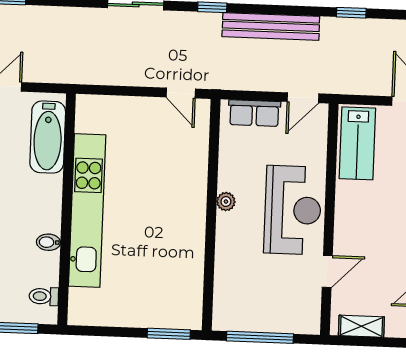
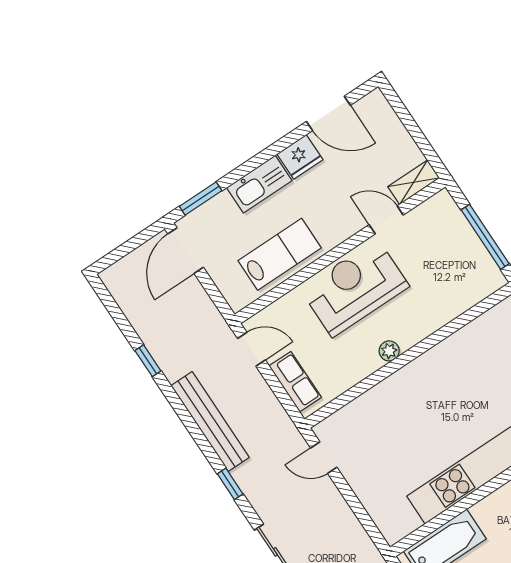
door: (181, 93) -> (324, 458), swing flipped
lab bench: (357, 143) -> (280, 254), moved
shelving: (361, 326) -> (414, 182), moved, turned 90

